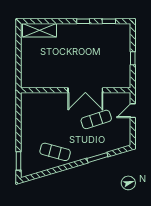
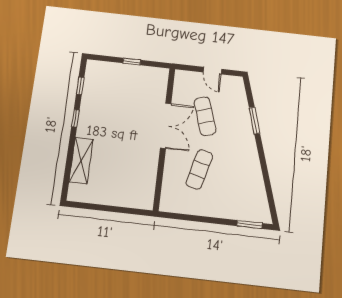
shelving: (40, 30) -> (81, 161), moved
door: (133, 111) -> (212, 71), moved
exercise mat: (55, 152) -> (199, 169), moved

